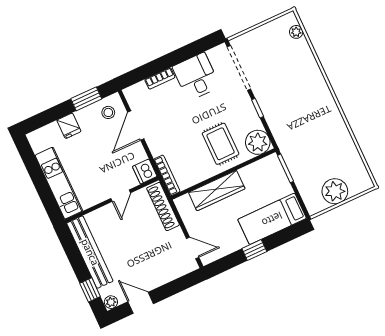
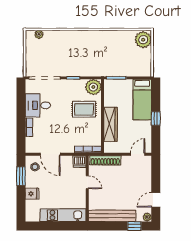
plant: (335, 191) -> (143, 40), moved

